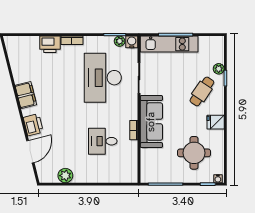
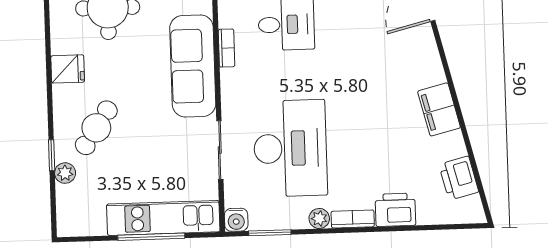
plant: (120, 41) -> (319, 218), moved
printer: (33, 125) -> (459, 178), moved

